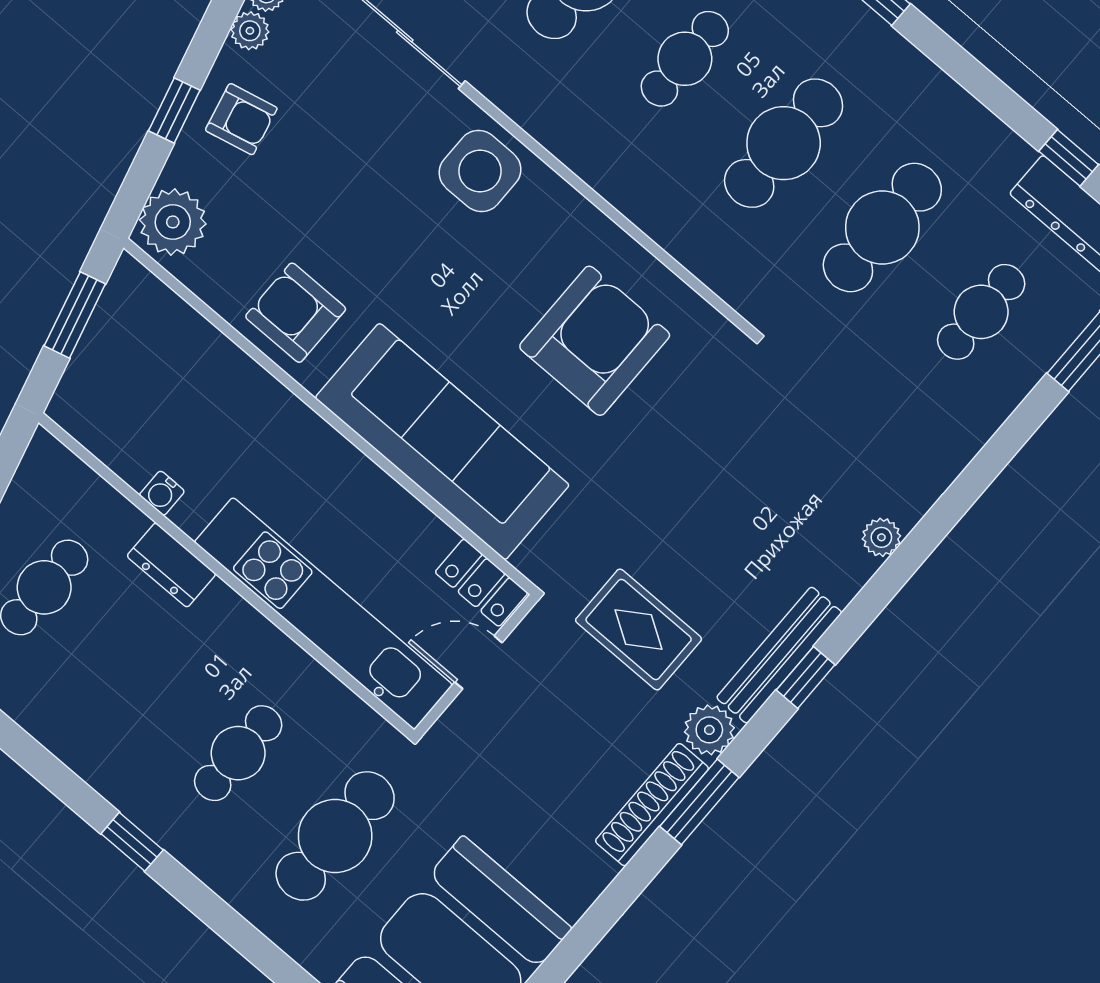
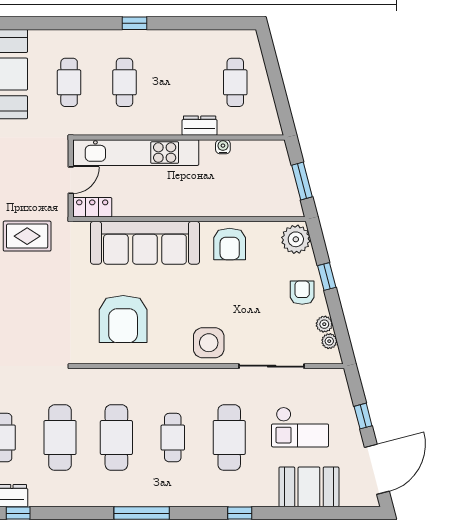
armchair: (241, 119) -> (302, 293), turned 103
armchair: (296, 313) -> (230, 244), turned 90
cafe table: (335, 836) -> (69, 82), width x0.73, depth x0.74

